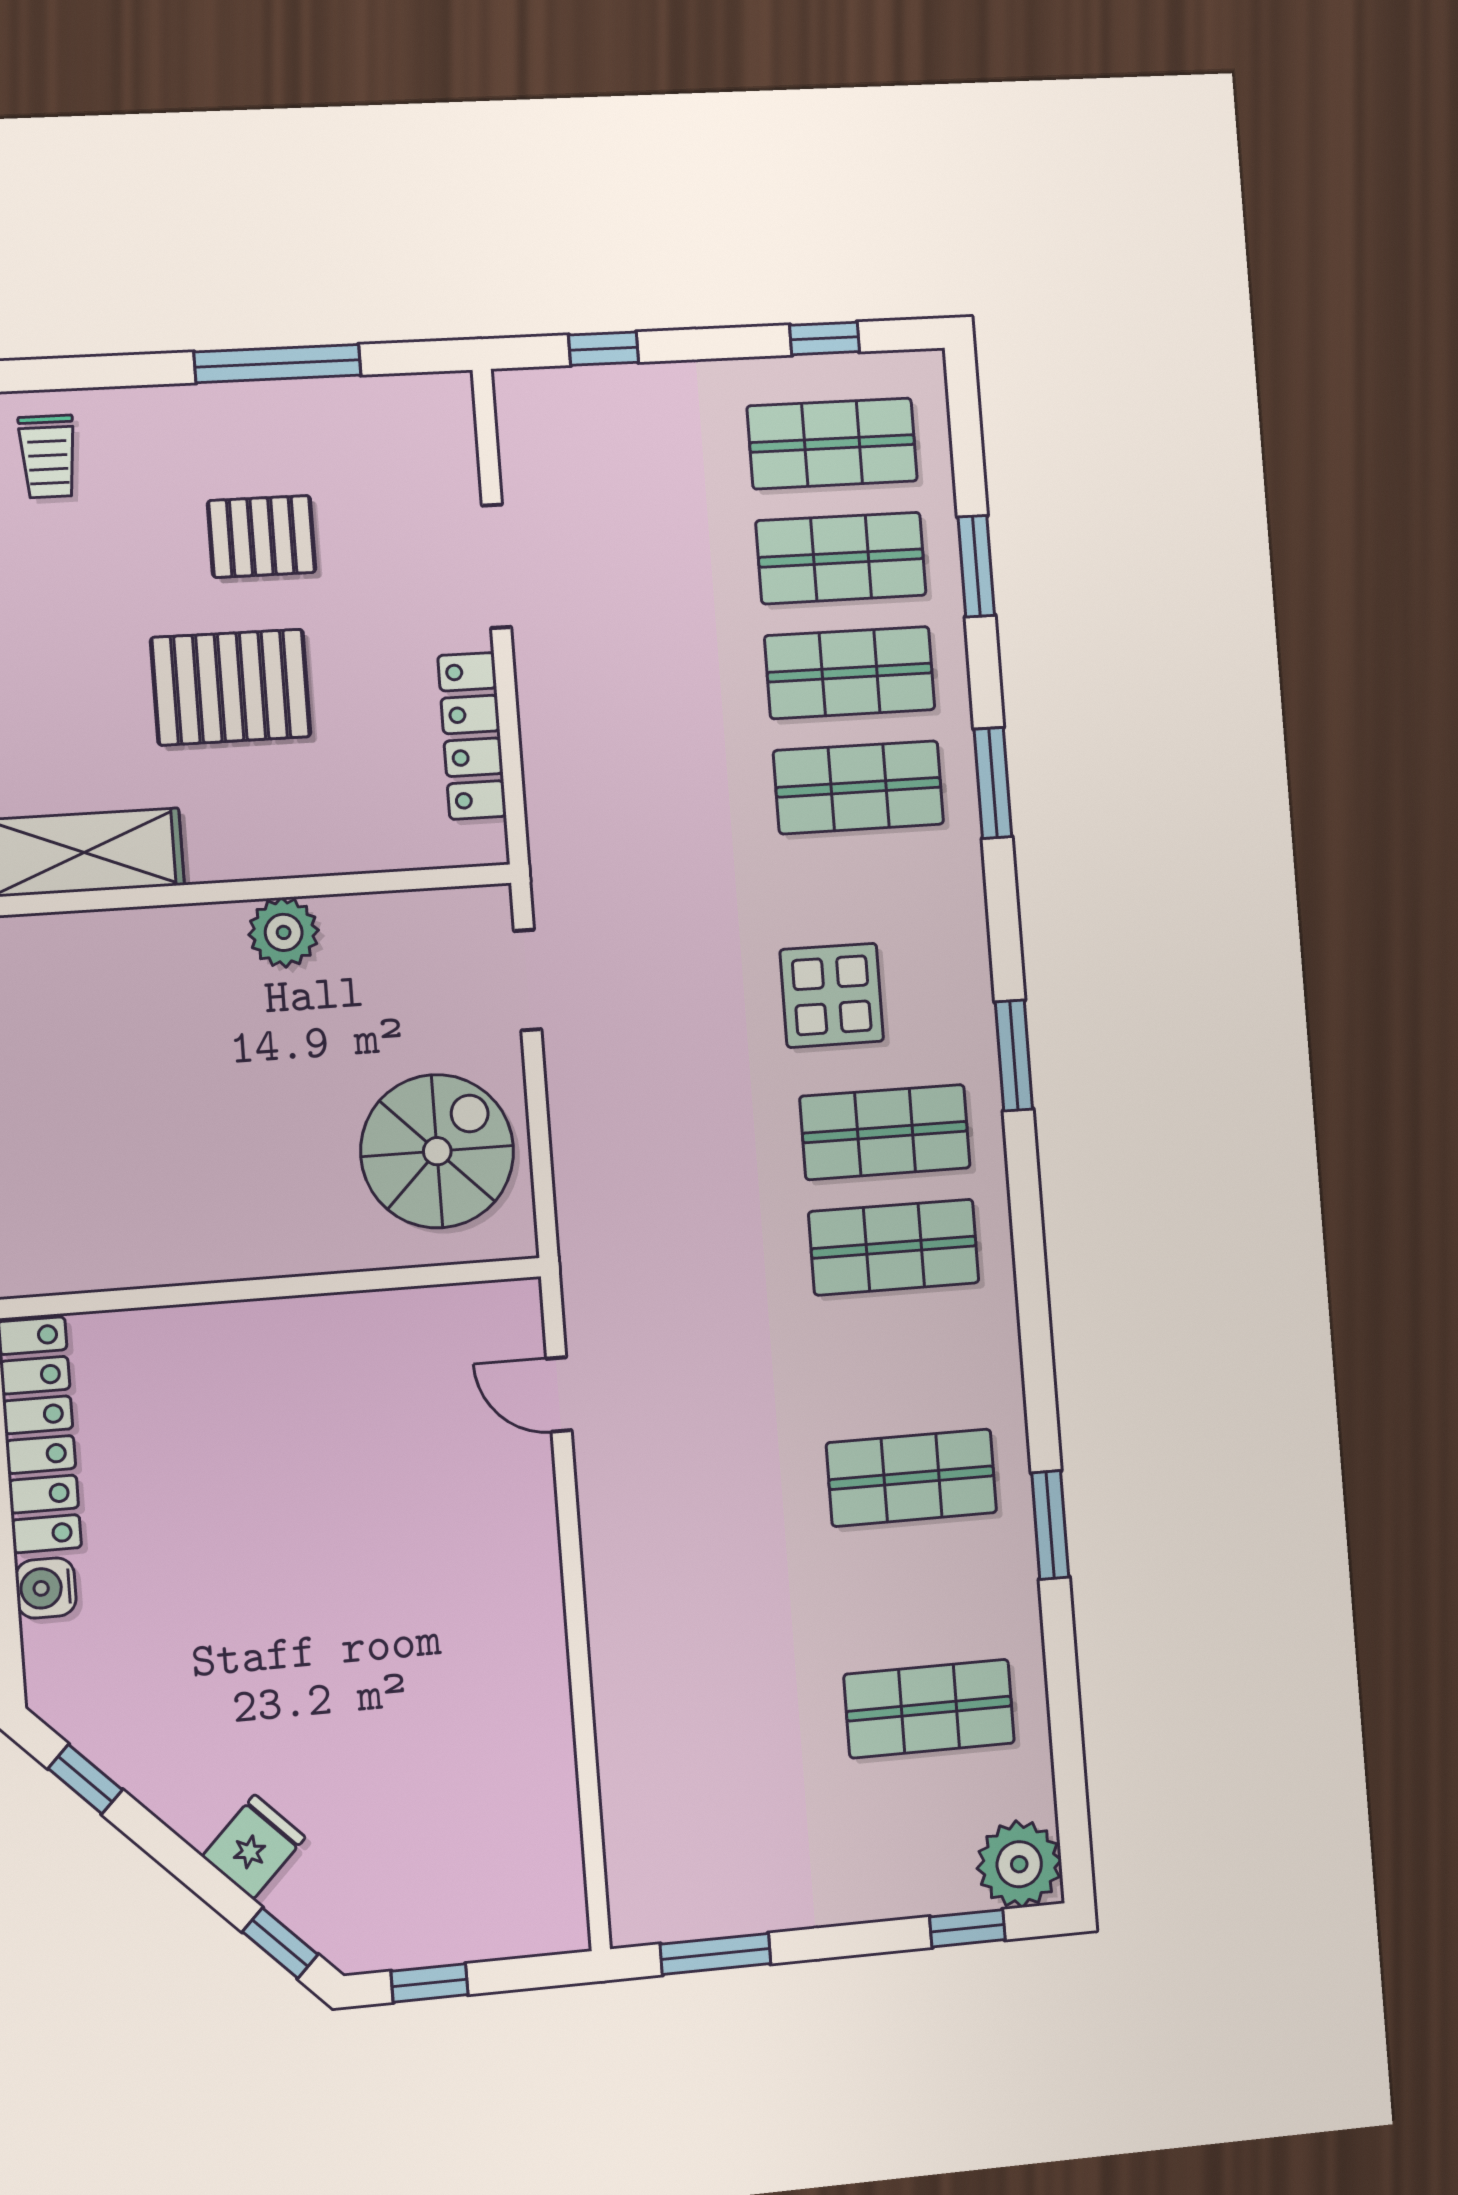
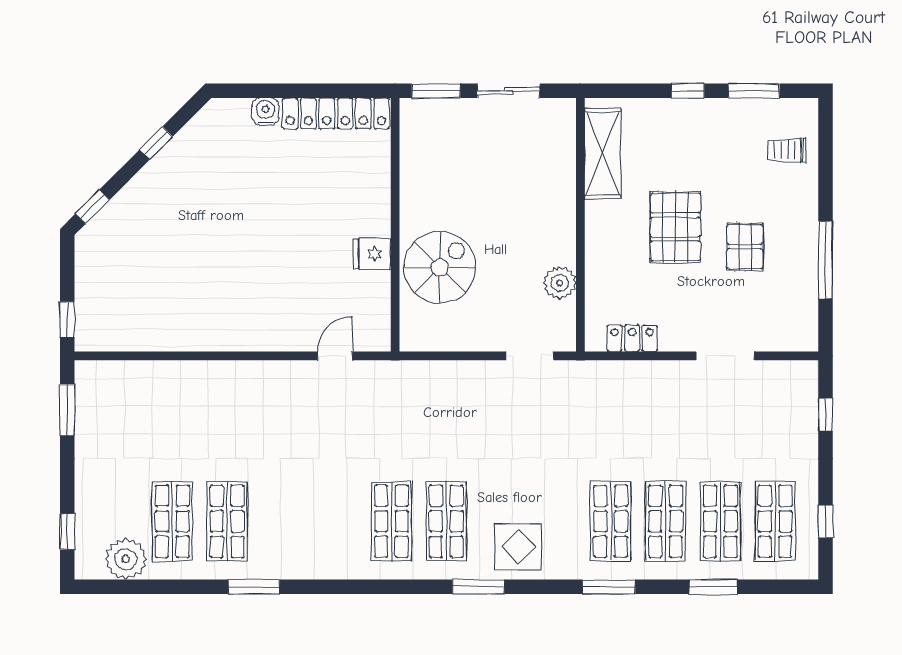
locker: (472, 736) -> (632, 338), width x0.66
plant: (284, 932) -> (560, 283), moved
display table: (832, 995) -> (518, 547), moved
spiral stairs: (437, 1151) -> (440, 267), moved, turned -90
shop shelf: (911, 1478) -> (227, 521), moved
window: (85, 1779) -> (156, 143), moved
fridge: (254, 1847) -> (372, 254), moved, turned 135
plant: (1019, 1864) -> (126, 559), moved
window: (429, 1983) -> (67, 320), moved

